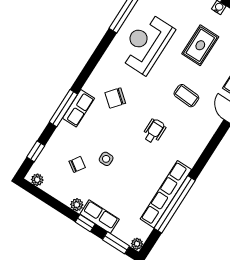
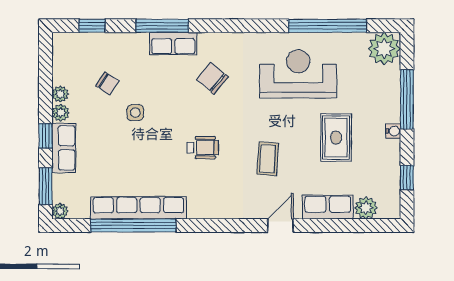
rug: (200, 45) -> (336, 138), turned 90
plant: (37, 180) -> (60, 94), moved

